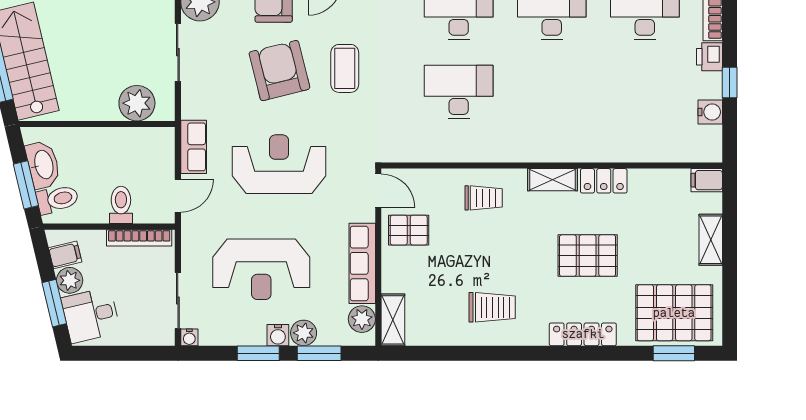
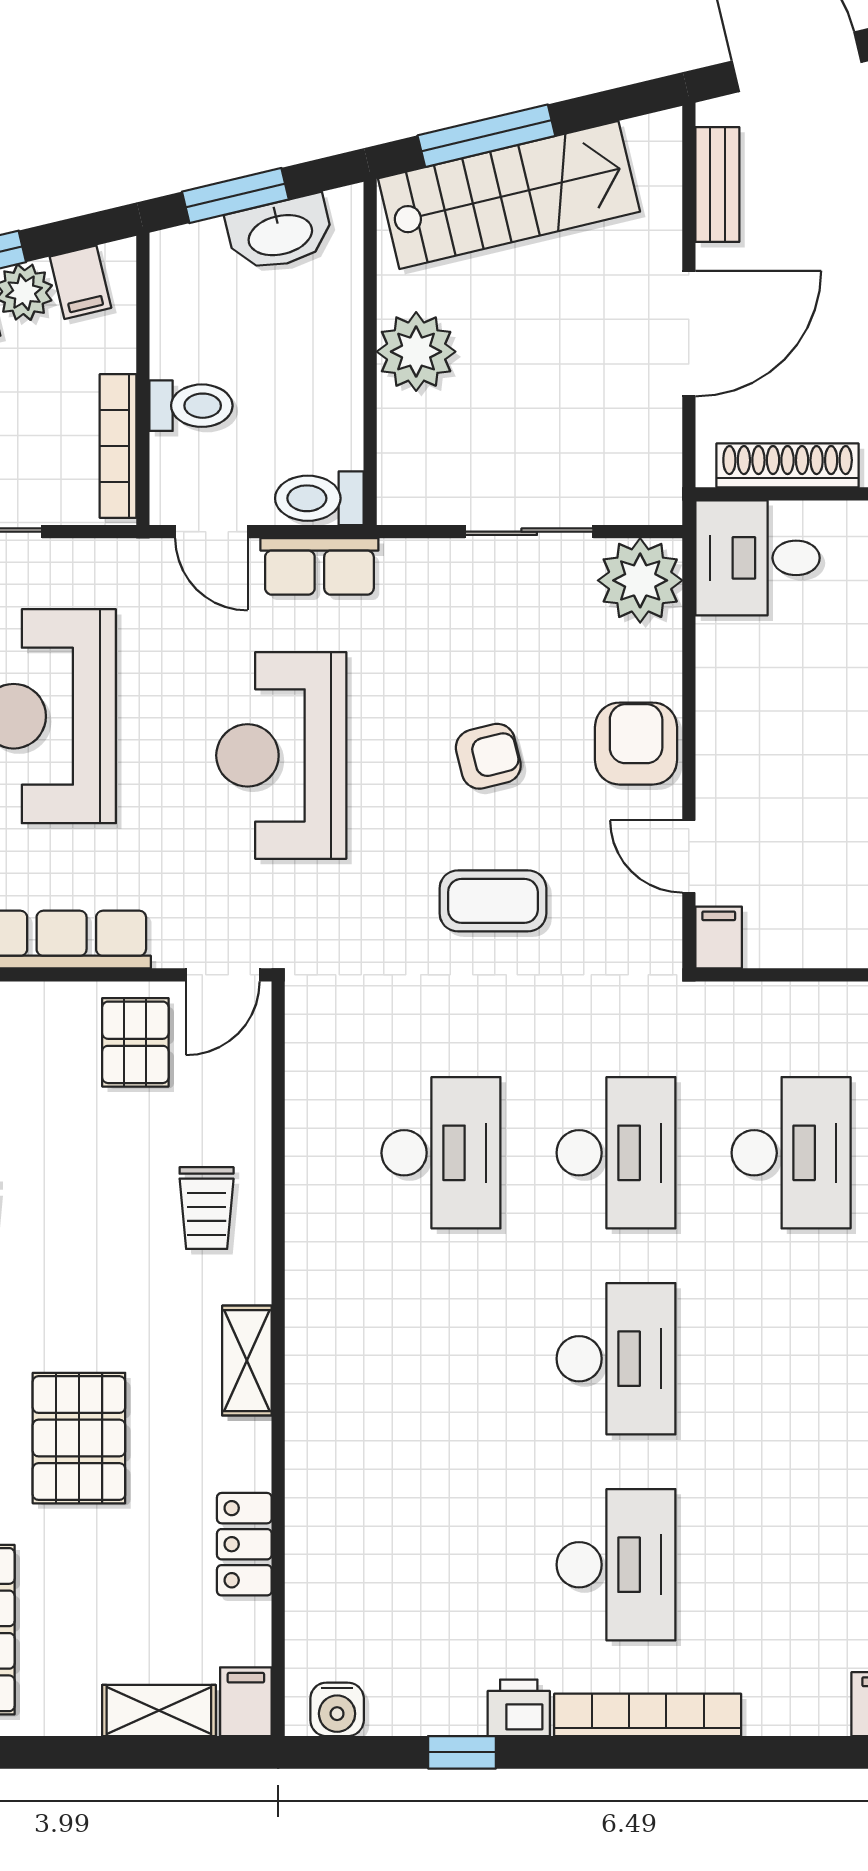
armchair: (279, 71) -> (488, 756), width x0.53, depth x0.53
plant: (137, 103) -> (416, 352), moved
water cooler: (710, 112) -> (337, 1709), moved
reception desk: (279, 164) -> (281, 755), turned 180
locker: (604, 181) -> (244, 1544), moved
toilet: (57, 199) -> (319, 498), moved, turned 103
shelving: (711, 240) -> (159, 1710), moved

